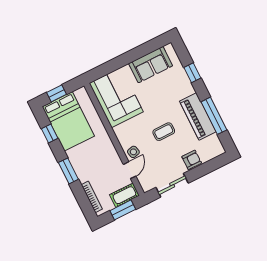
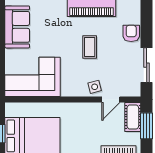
door: (130, 170) -> (111, 100), swing flipped

